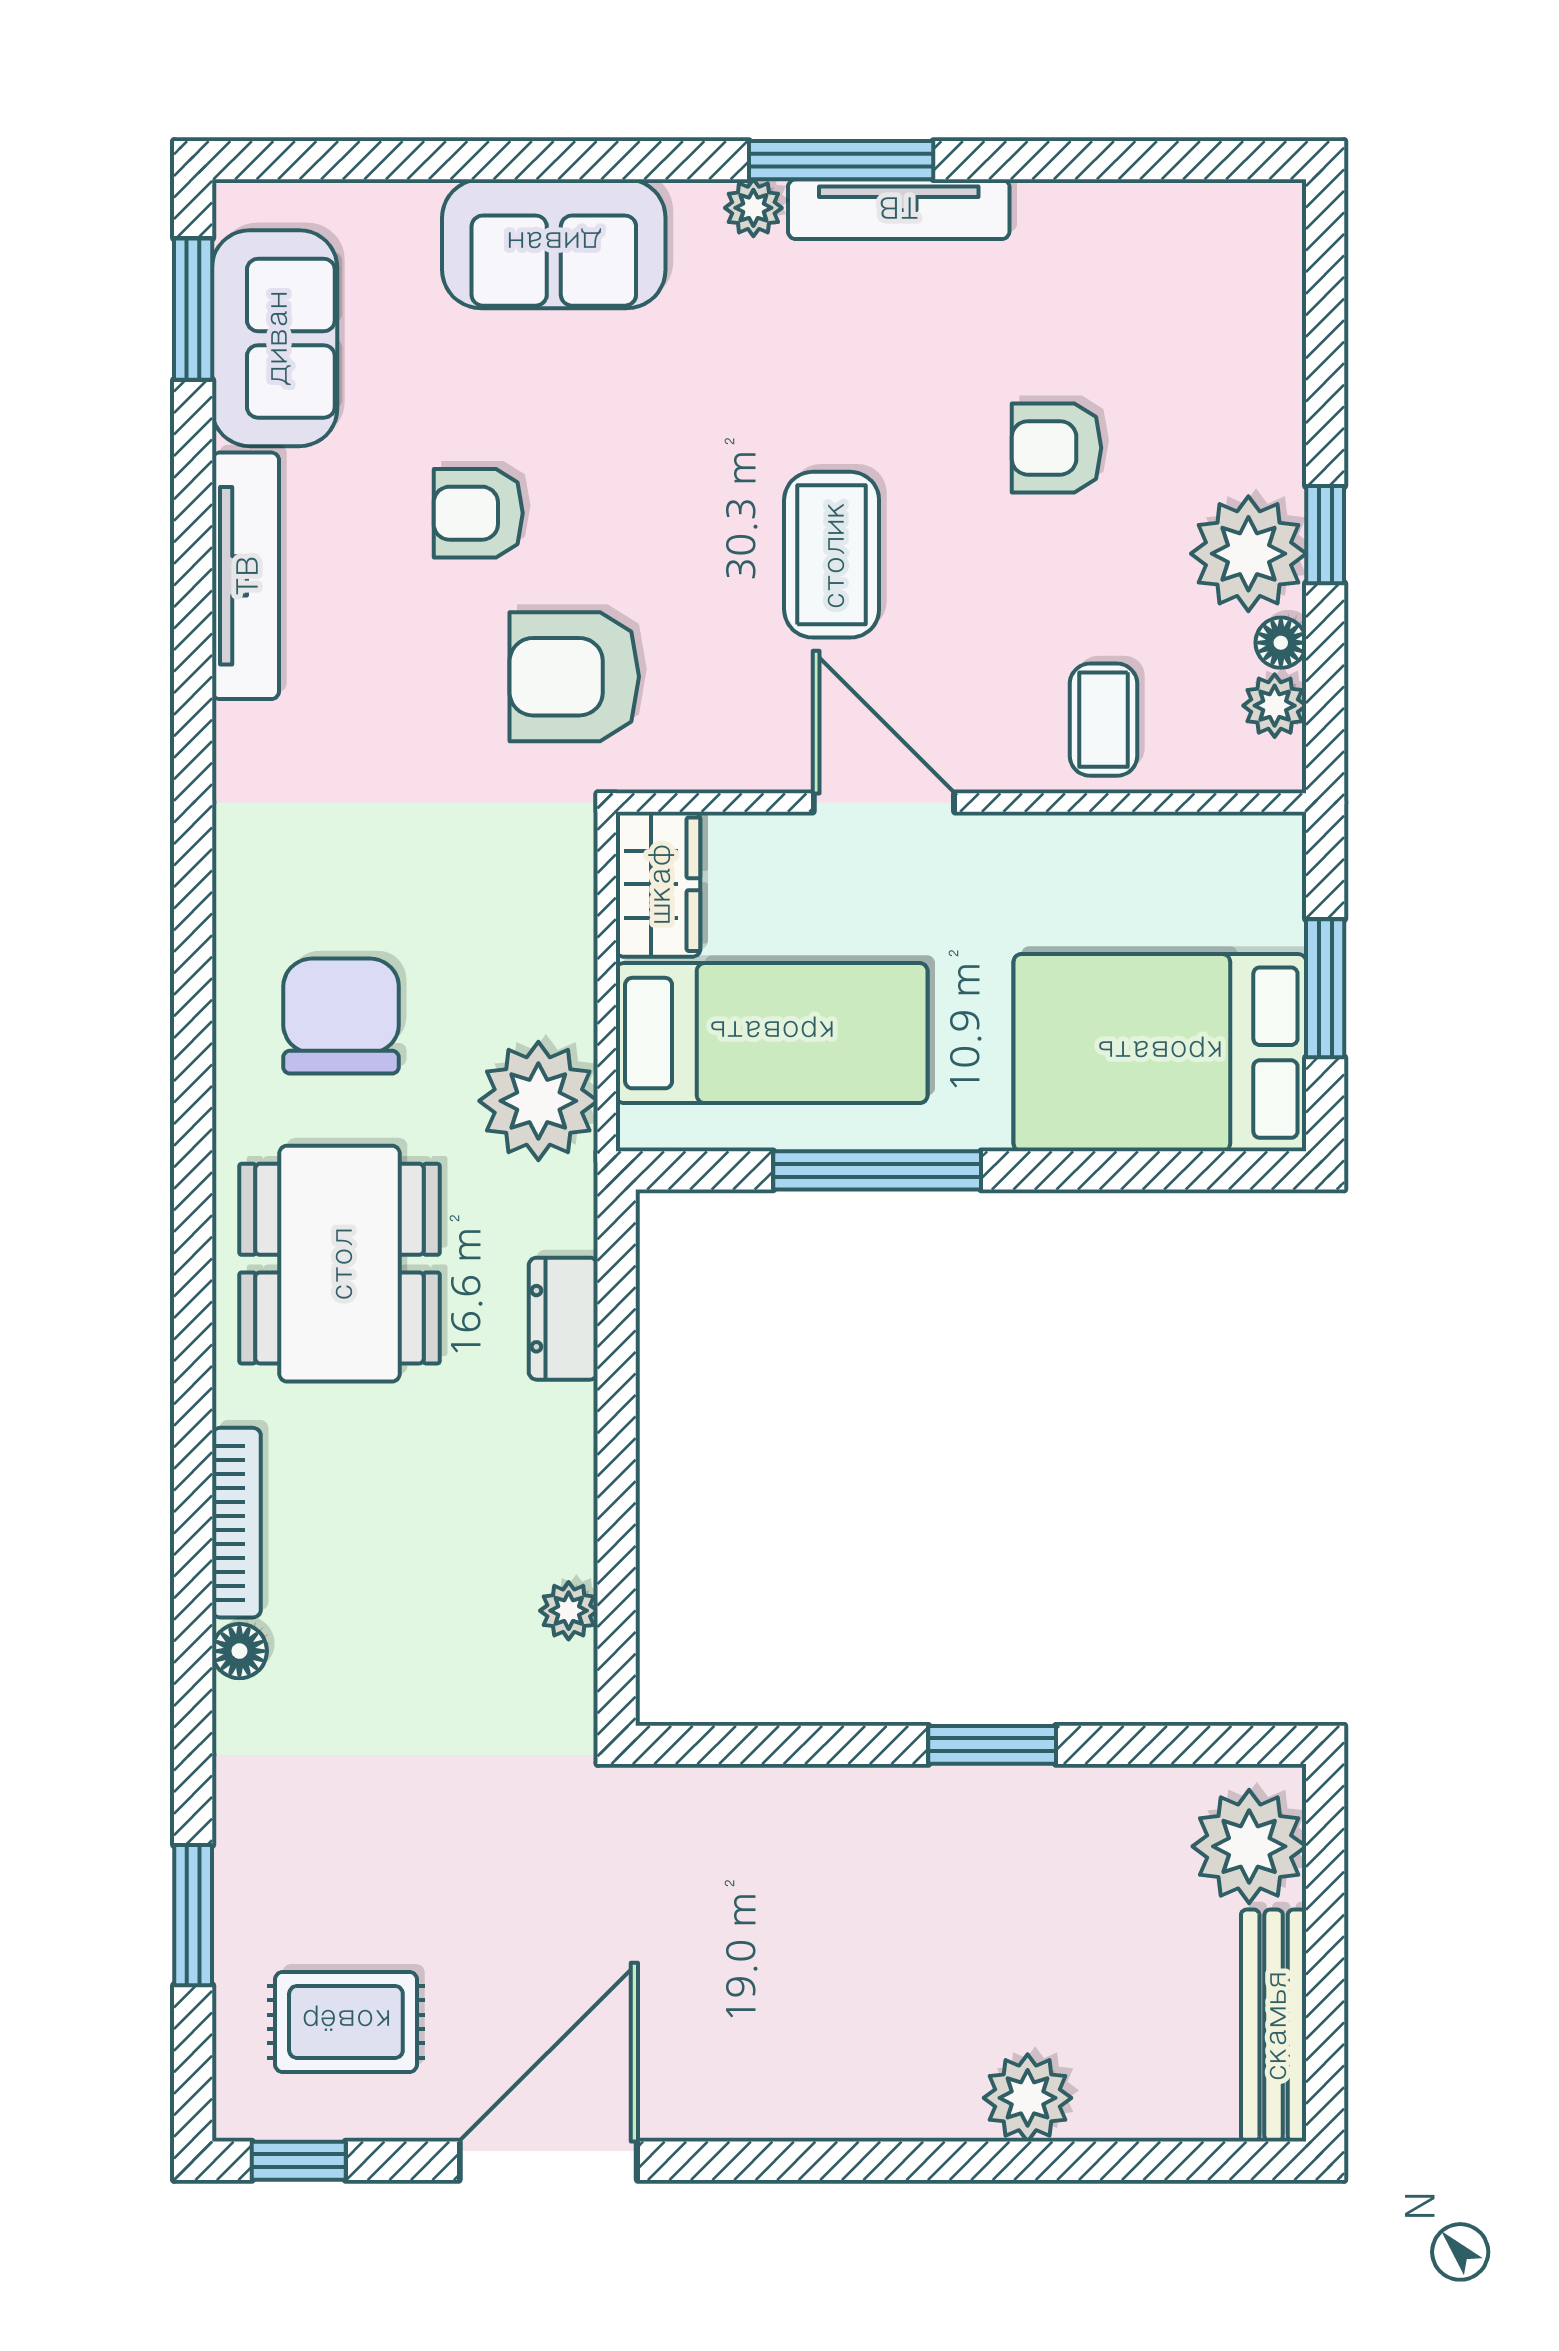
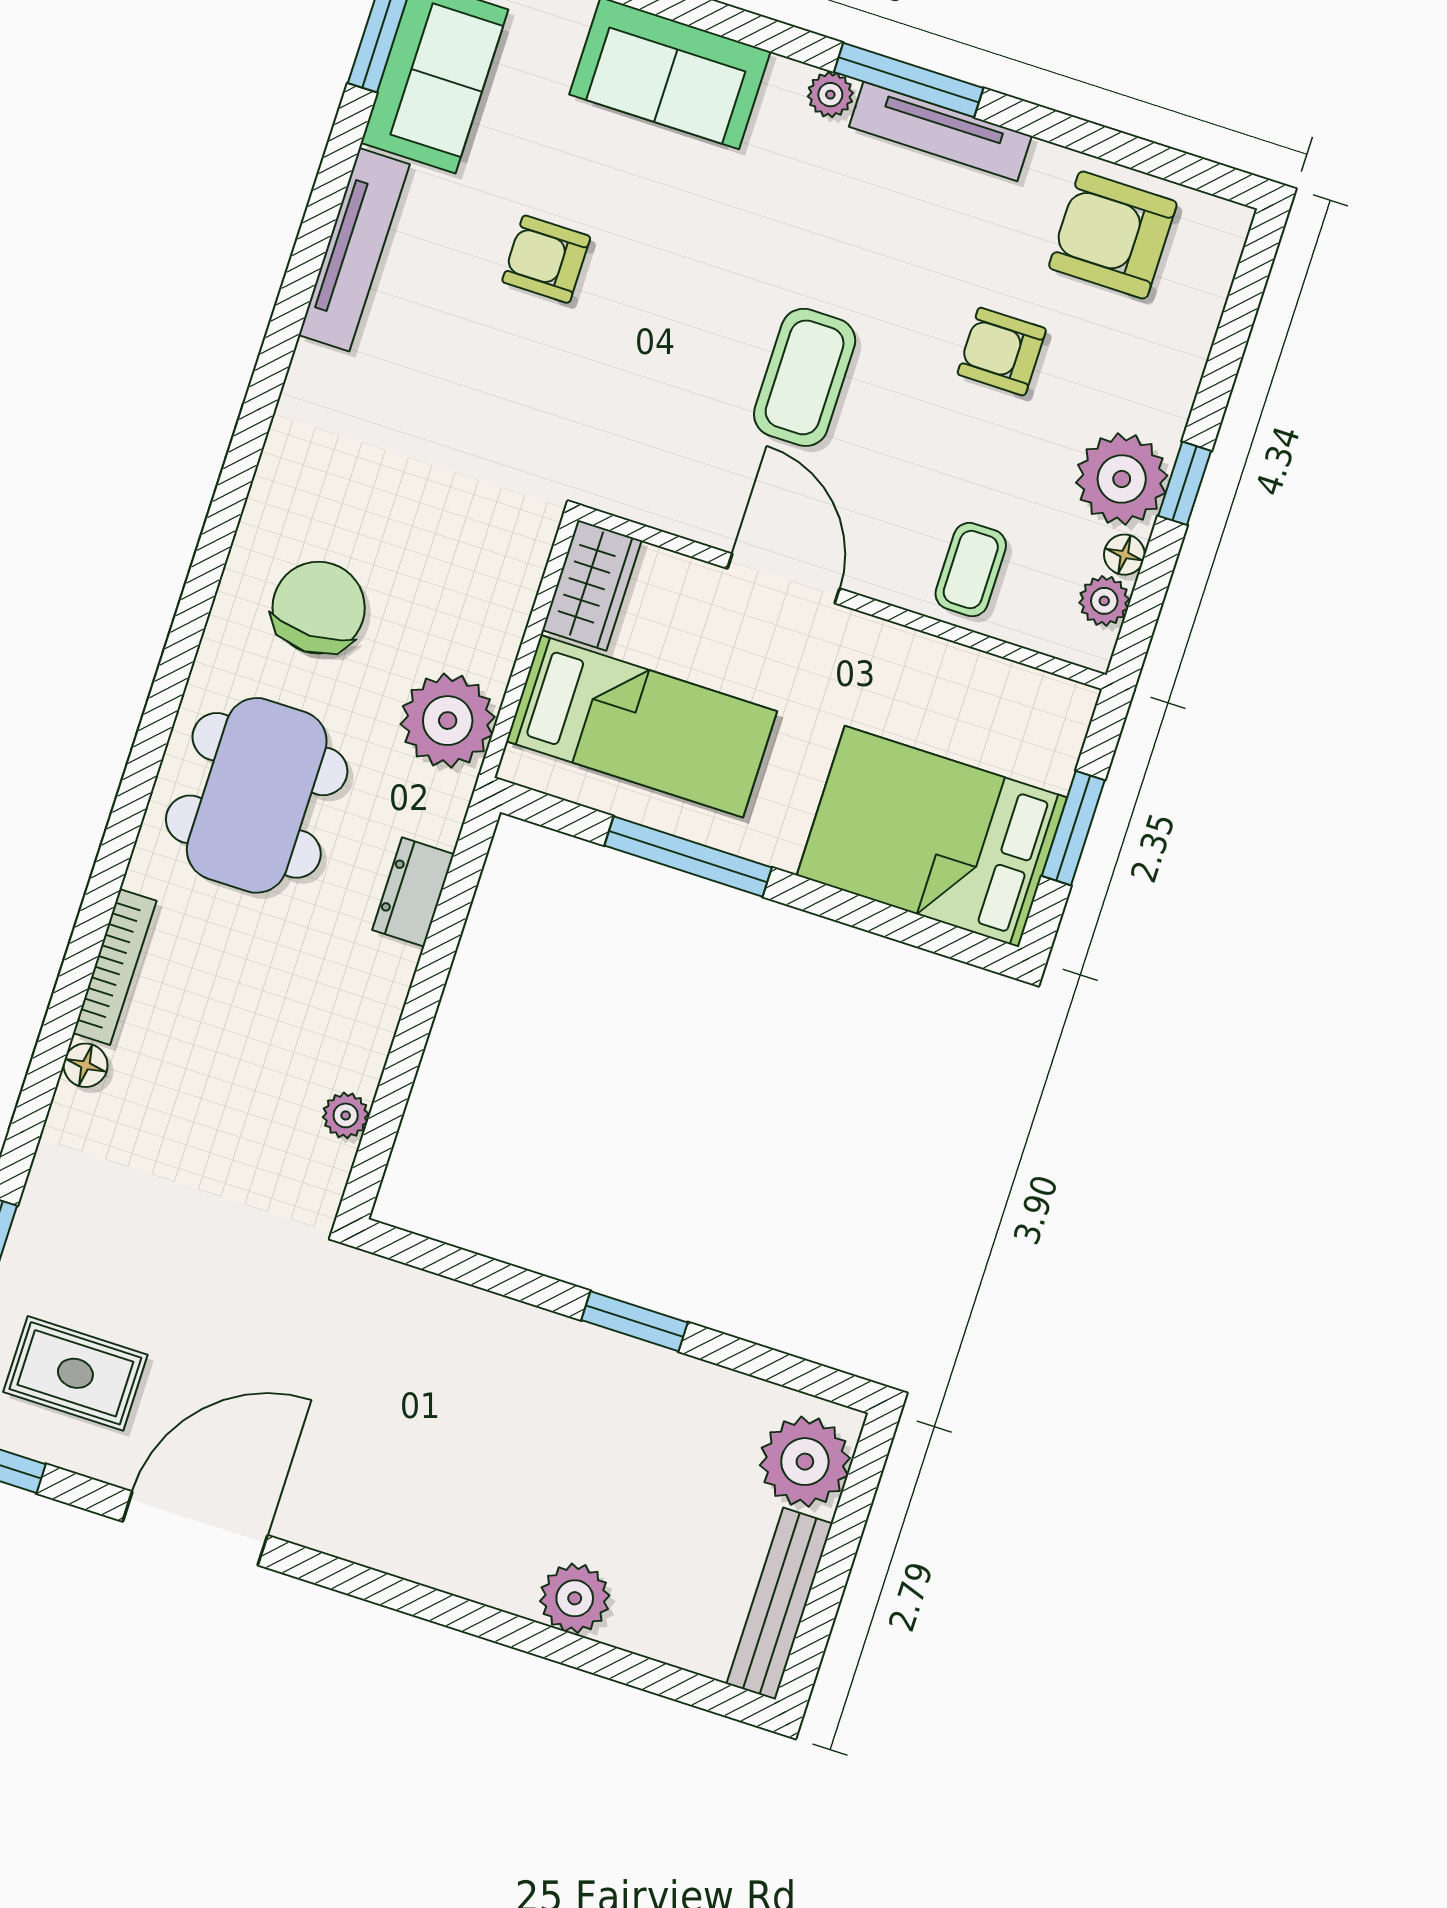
armchair: (574, 677) -> (1113, 235), moved

